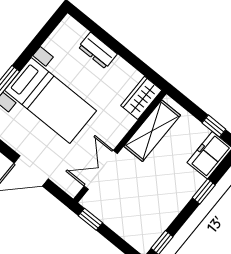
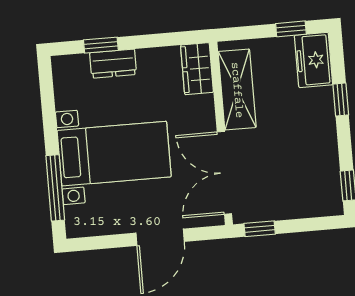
window: (101, 34) -> (101, 45), added
double door: (101, 170) -> (224, 173), width x1.37

